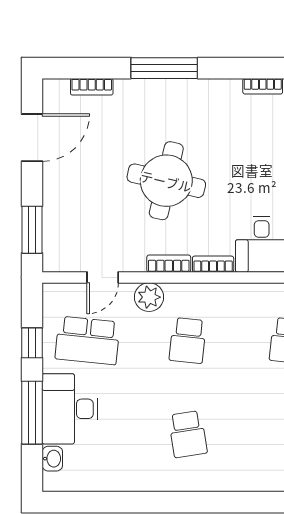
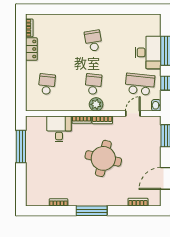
window: (164, 68) -> (92, 211), moved
plant: (149, 297) -> (96, 104), moved
washbasin: (52, 459) -> (156, 105), moved

